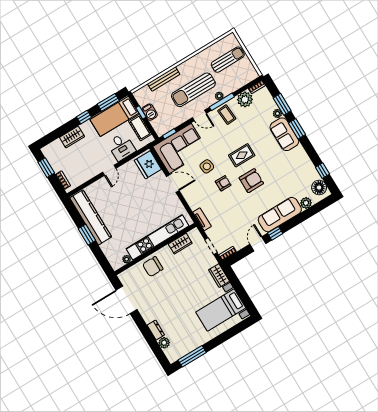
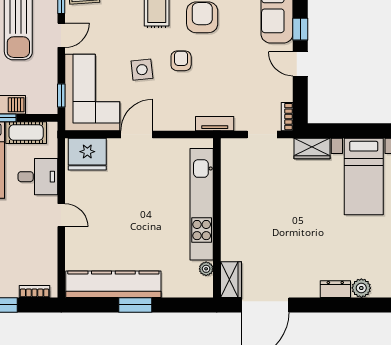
wardrobe: (180, 244) -> (231, 280), moved
chair: (153, 267) -> (240, 237), removed

